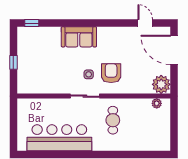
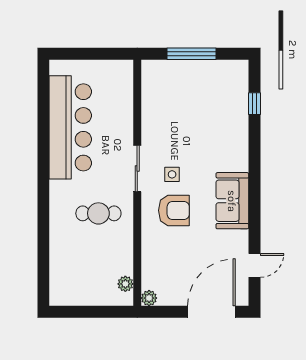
window: (32, 23) -> (255, 104), moved
sofa: (79, 37) -> (232, 201), moved
window: (13, 62) -> (191, 54), width x2.17
plant: (161, 84) -> (149, 298), width x0.53, depth x0.53

